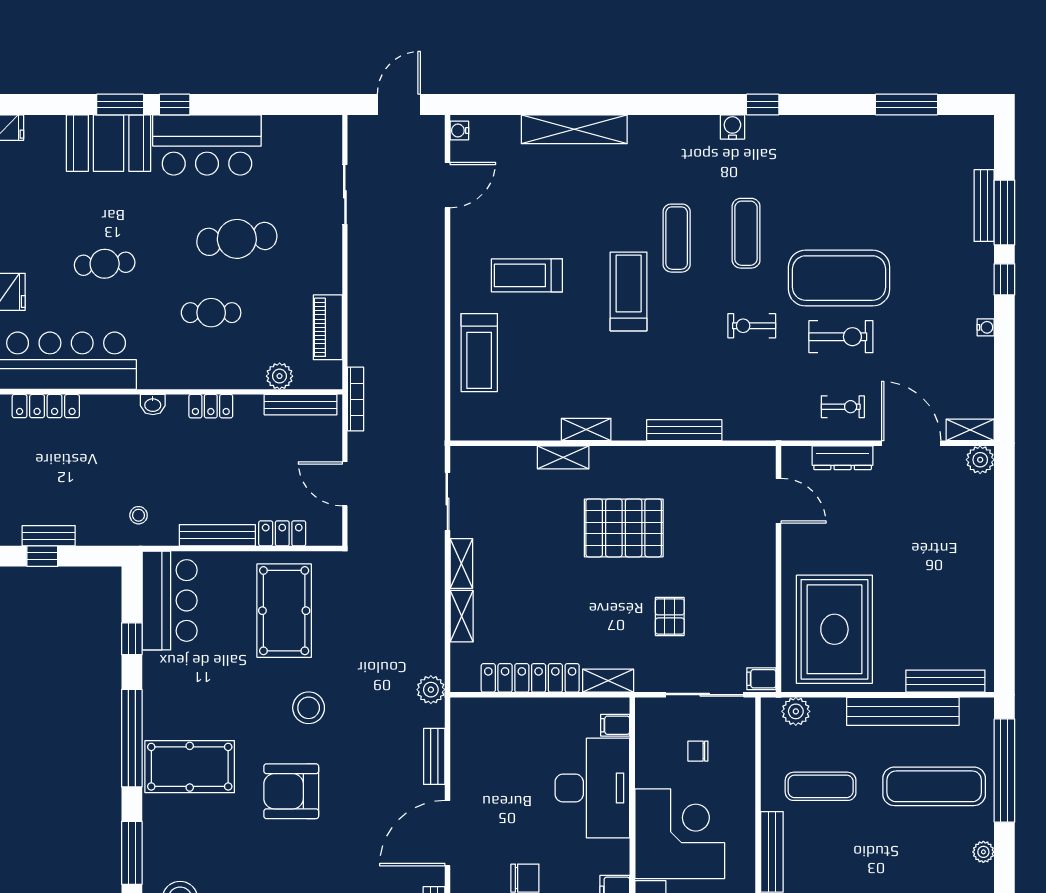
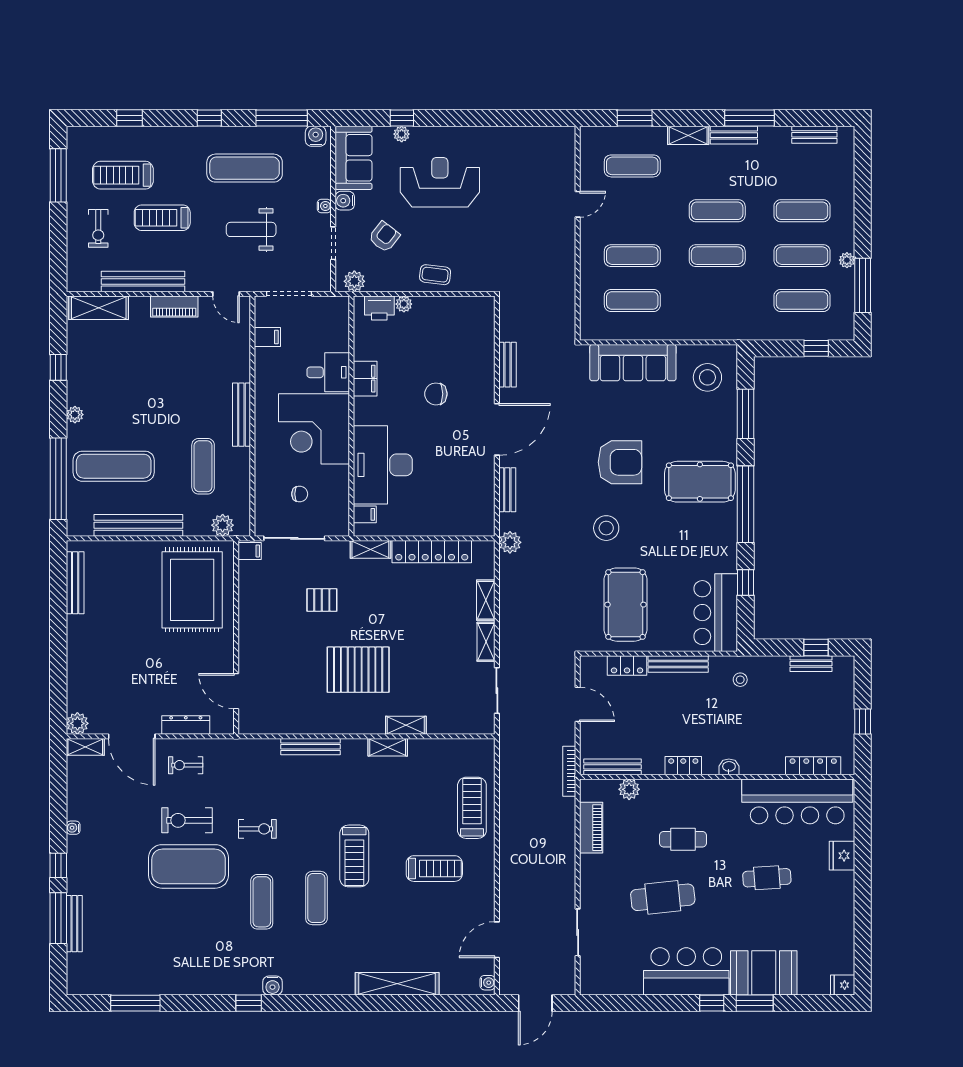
pallet: (670, 616) -> (322, 600), turned 90
bench: (945, 681) -> (75, 583), moved, turned 90
exercise mat: (821, 786) -> (203, 466), turned 90

